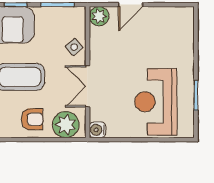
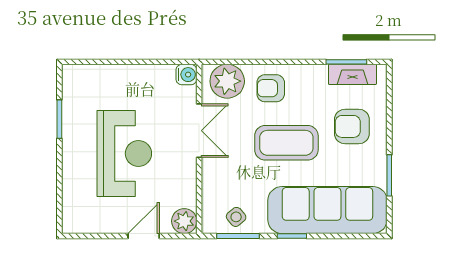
side table: (74, 47) -> (236, 217), moved
reception desk: (156, 102) -> (124, 154), moved

